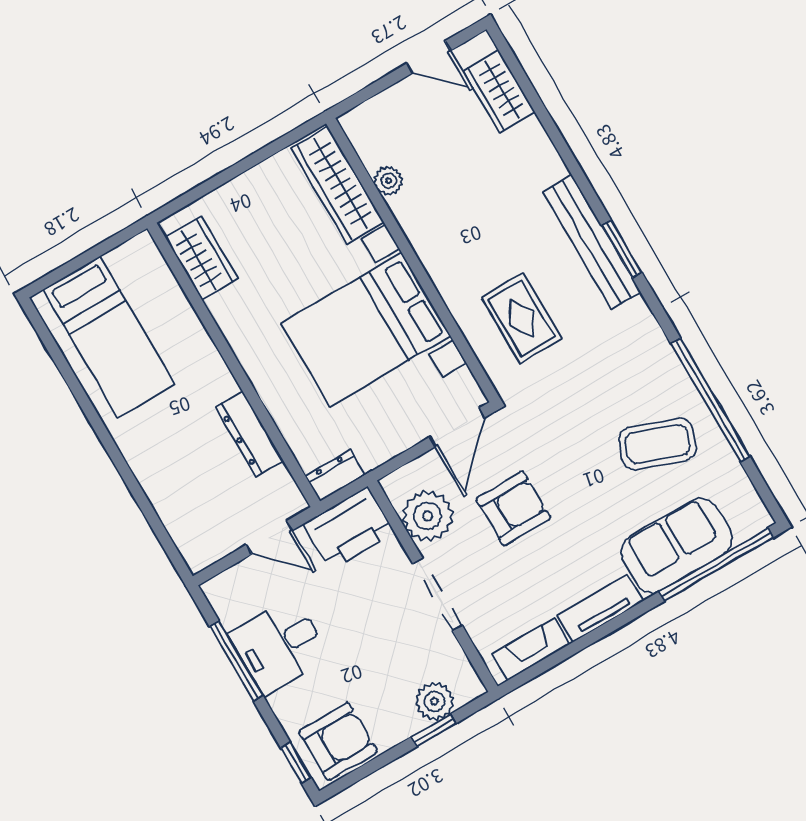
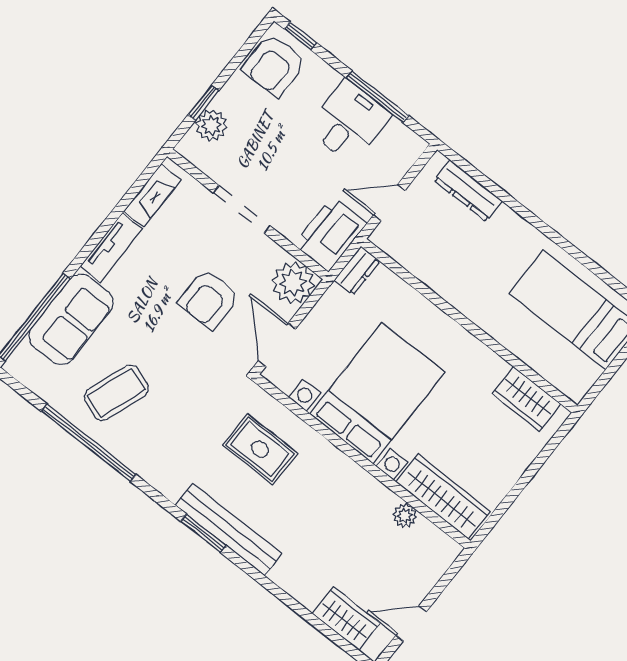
dresser: (250, 434) -> (468, 191), moved, turned 180
plant: (427, 516) -> (293, 283), moved

